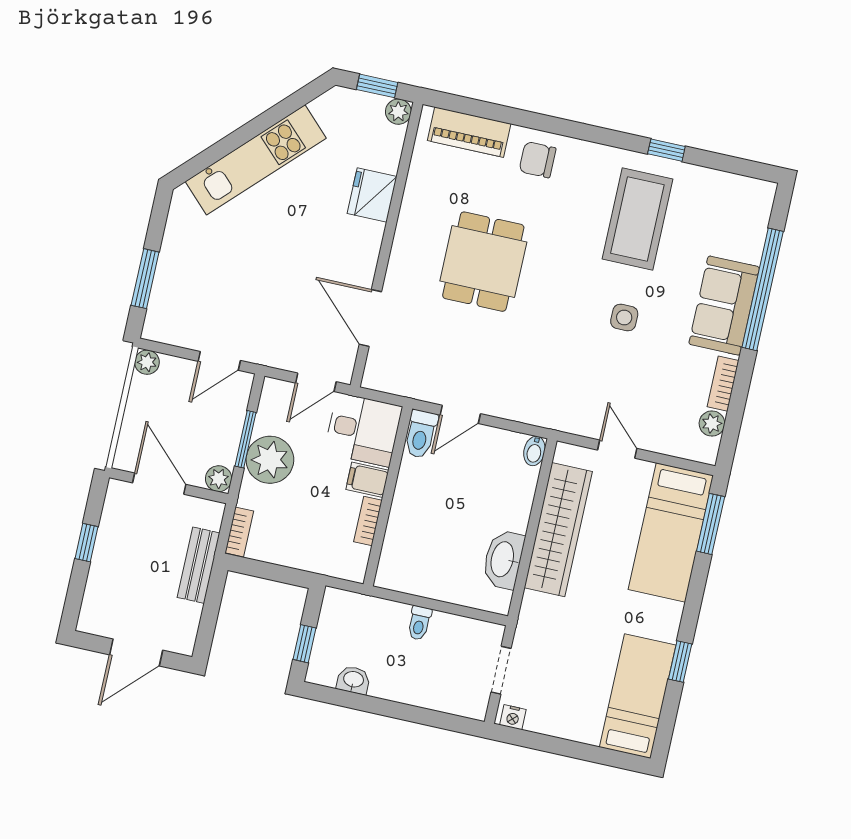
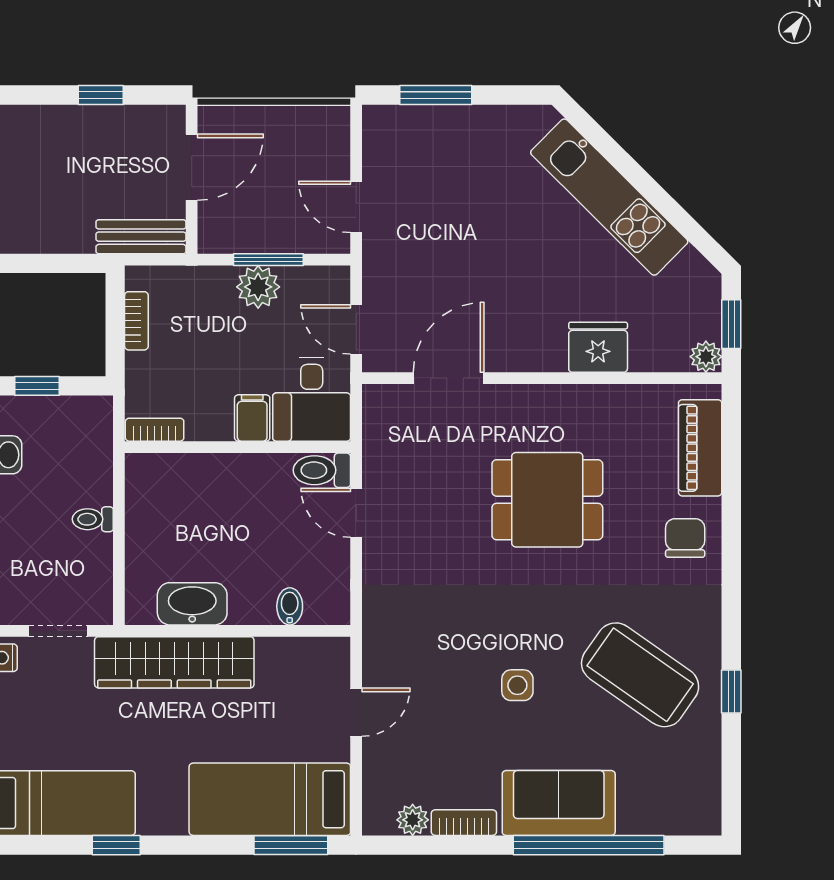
coffee table: (637, 219) -> (640, 675), turned 35
plant: (147, 362) -> (335, 120), removed
bidet: (534, 451) -> (290, 606), moved, turned 90
plant: (270, 460) -> (258, 287), width x0.73, depth x0.73
plant: (219, 479) -> (214, 238), removed
bookcase: (368, 521) -> (155, 430), moved
wardrobe: (558, 530) -> (174, 662), moved
bookcase: (239, 532) -> (136, 321), moved, turned -90
bench: (199, 565) -> (141, 237), moved

